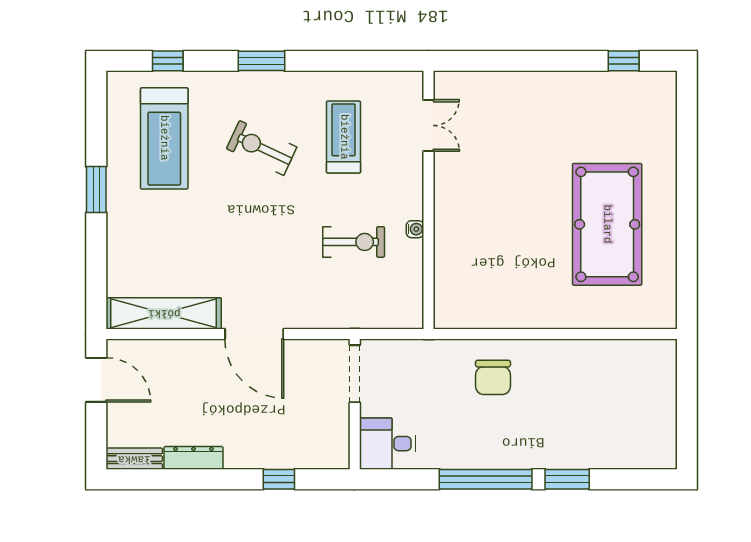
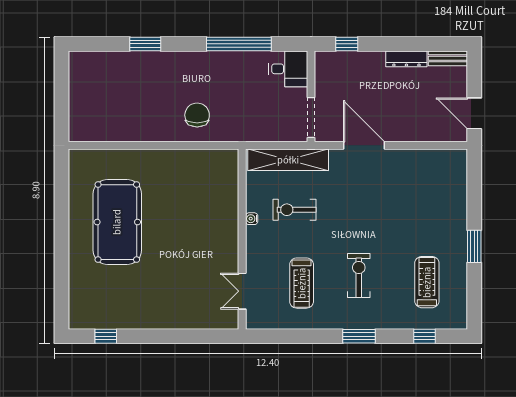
treadmill: (164, 138) -> (427, 282), width x0.73, depth x0.73
exercise bike: (262, 148) -> (359, 275), turned -115
shelving: (164, 313) -> (288, 160), moved
doorway: (355, 374) -> (311, 118), moved
wall: (355, 404) -> (311, 96), moved
desk: (387, 444) -> (288, 69), moved
window: (486, 479) -> (239, 44), moved

